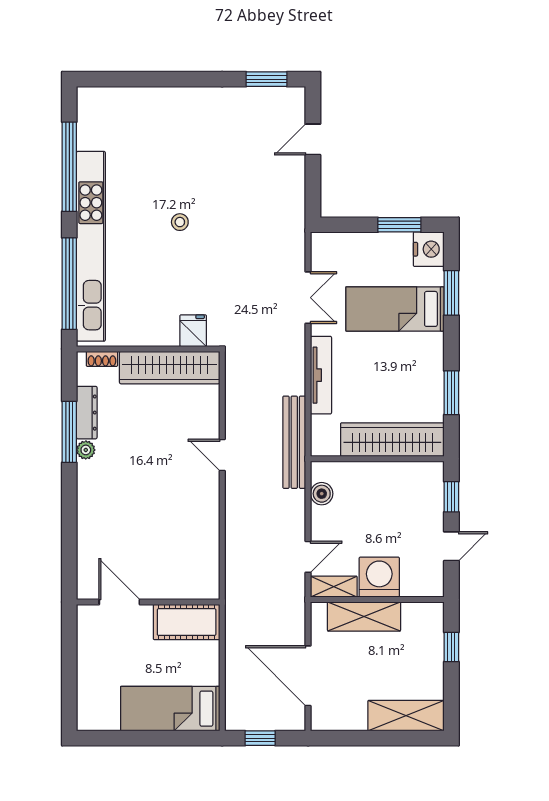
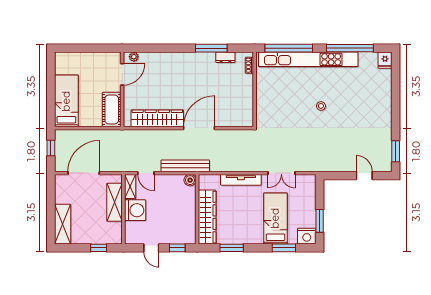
fridge: (193, 331) -> (385, 60), moved, turned 90
wardrobe: (170, 368) -> (157, 118), moved, turned 90
dresser: (87, 413) -> (225, 57), width x0.70
bench: (294, 442) -> (185, 166), moved
plant: (86, 450) -> (134, 57), moved
door: (222, 455) -> (199, 128), width x1.87
boiler: (322, 494) -> (190, 180), moved

